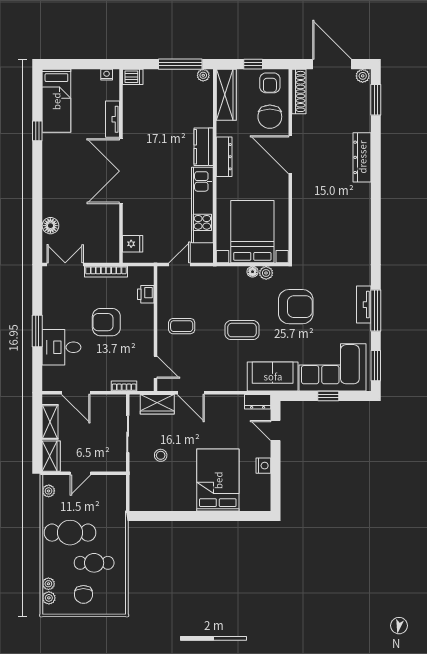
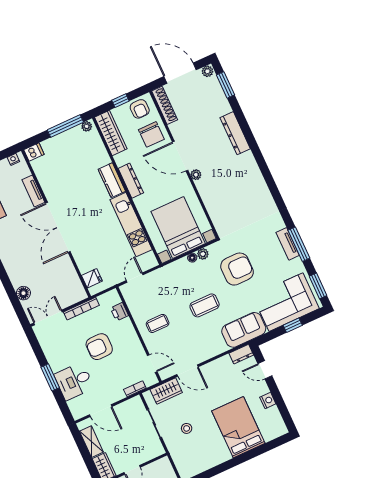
plant: (298, 183) -> (196, 175), added

